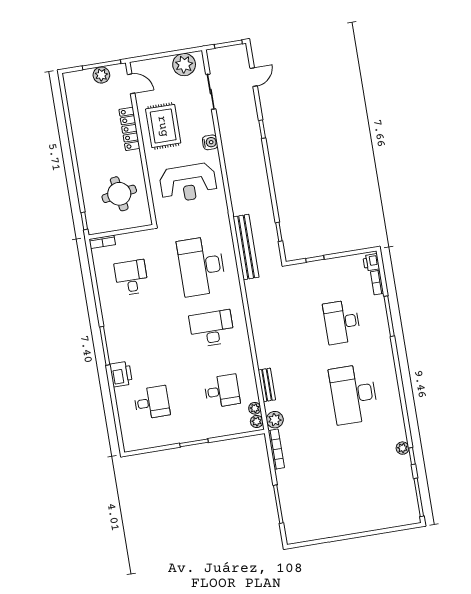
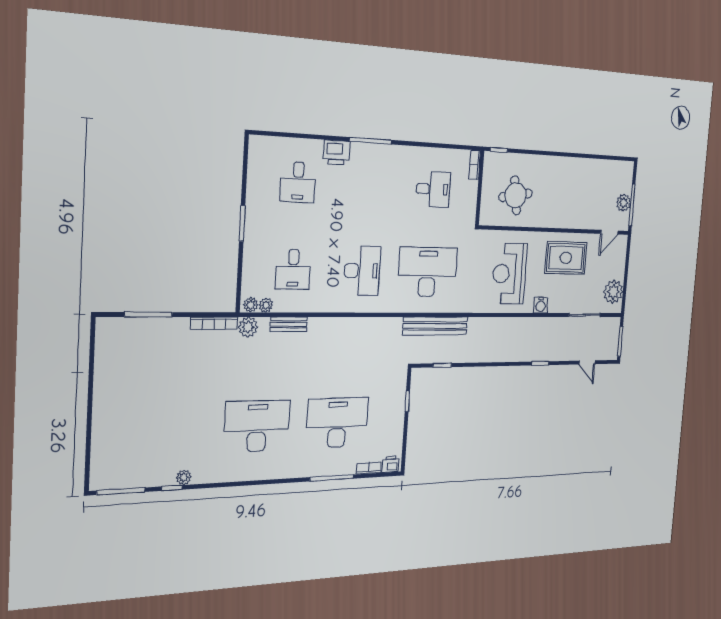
locker: (129, 129) -> (571, 221), removed
desk: (342, 322) -> (337, 423), width x1.36, depth x1.30

